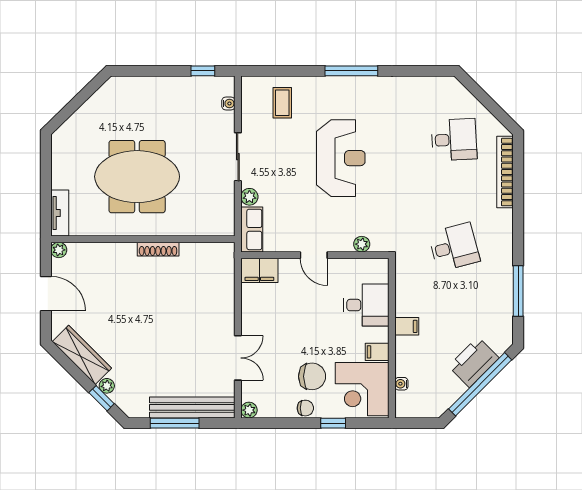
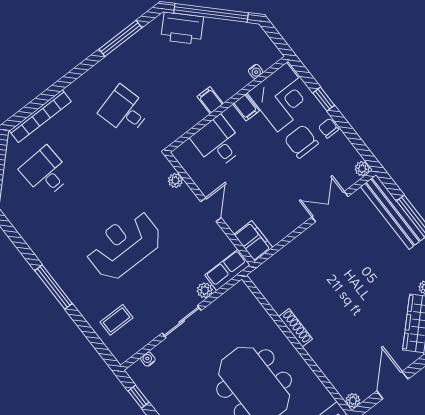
printer: (474, 362) -> (182, 28), moved

